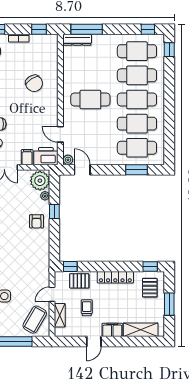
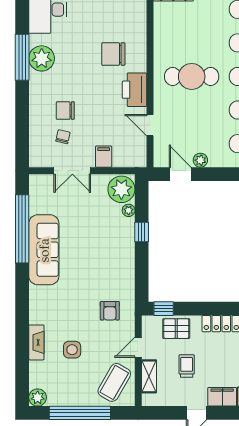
chair: (34, 83) -> (113, 54), turned 122
printer: (46, 156) -> (135, 90), moved, turned -90
plant: (68, 160) -> (200, 160), moved
armchair: (37, 221) -> (110, 311), moved

